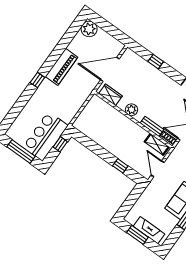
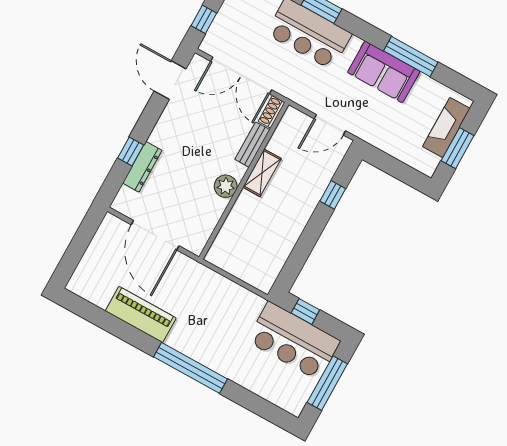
plant: (89, 29) -> (84, 283), removed
piano: (62, 67) -> (141, 315), moved
dresser: (147, 67) -> (142, 167), added
window: (37, 80) -> (191, 368), width x3.17
wardrobe: (110, 95) -> (202, 229), removed
shelving: (157, 144) -> (262, 173), moved

